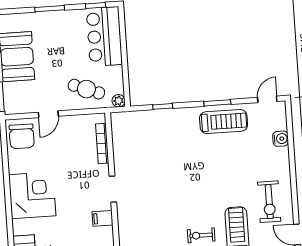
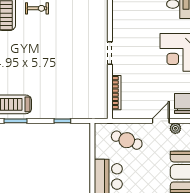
plant: (119, 101) -> (175, 128), moved
filing cabinet: (103, 218) -> (120, 29), removed

